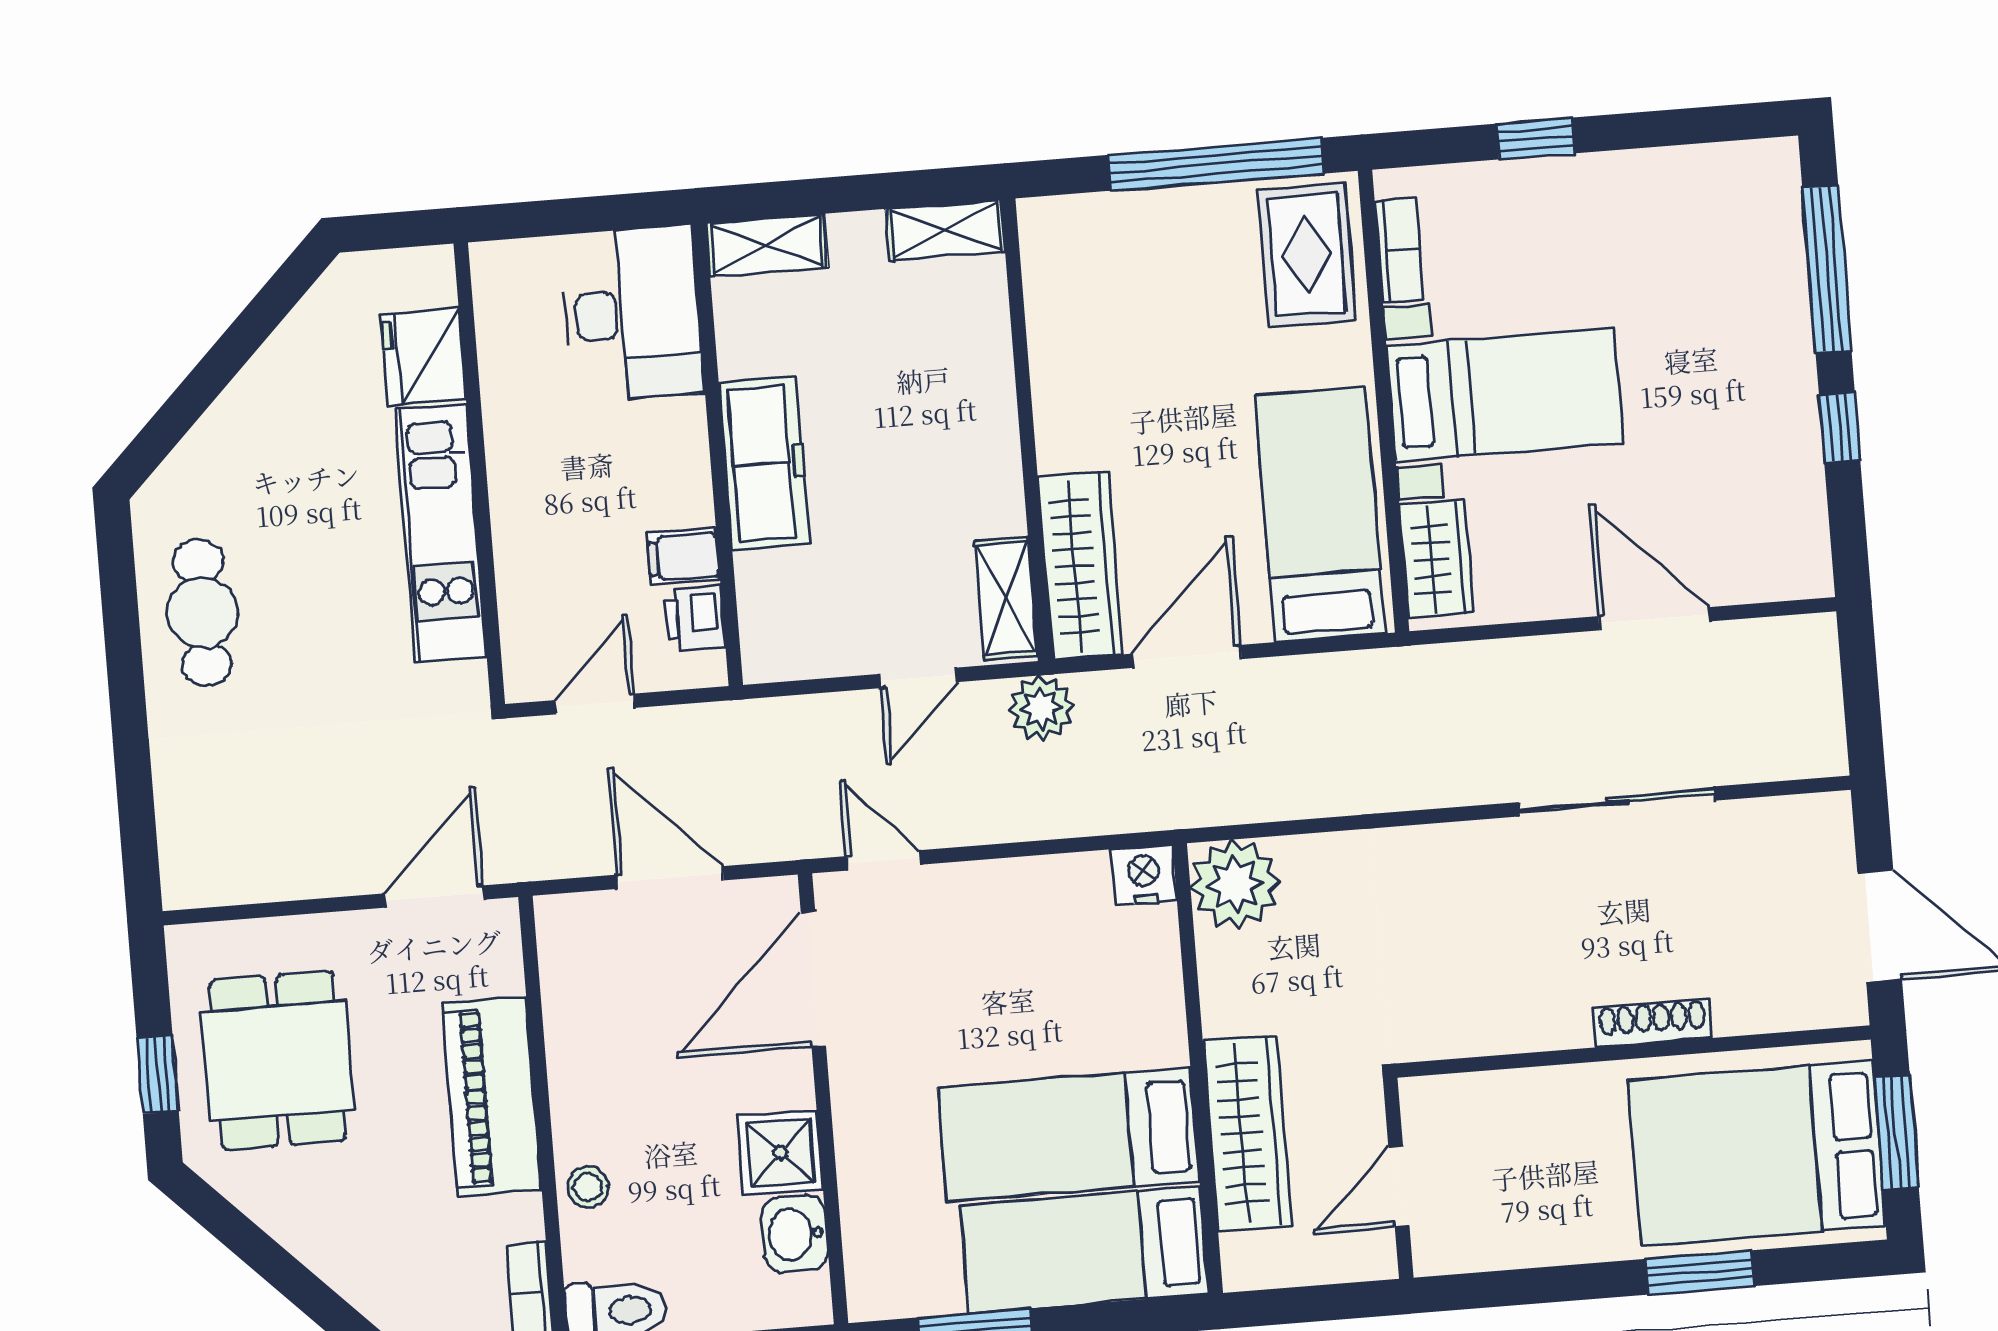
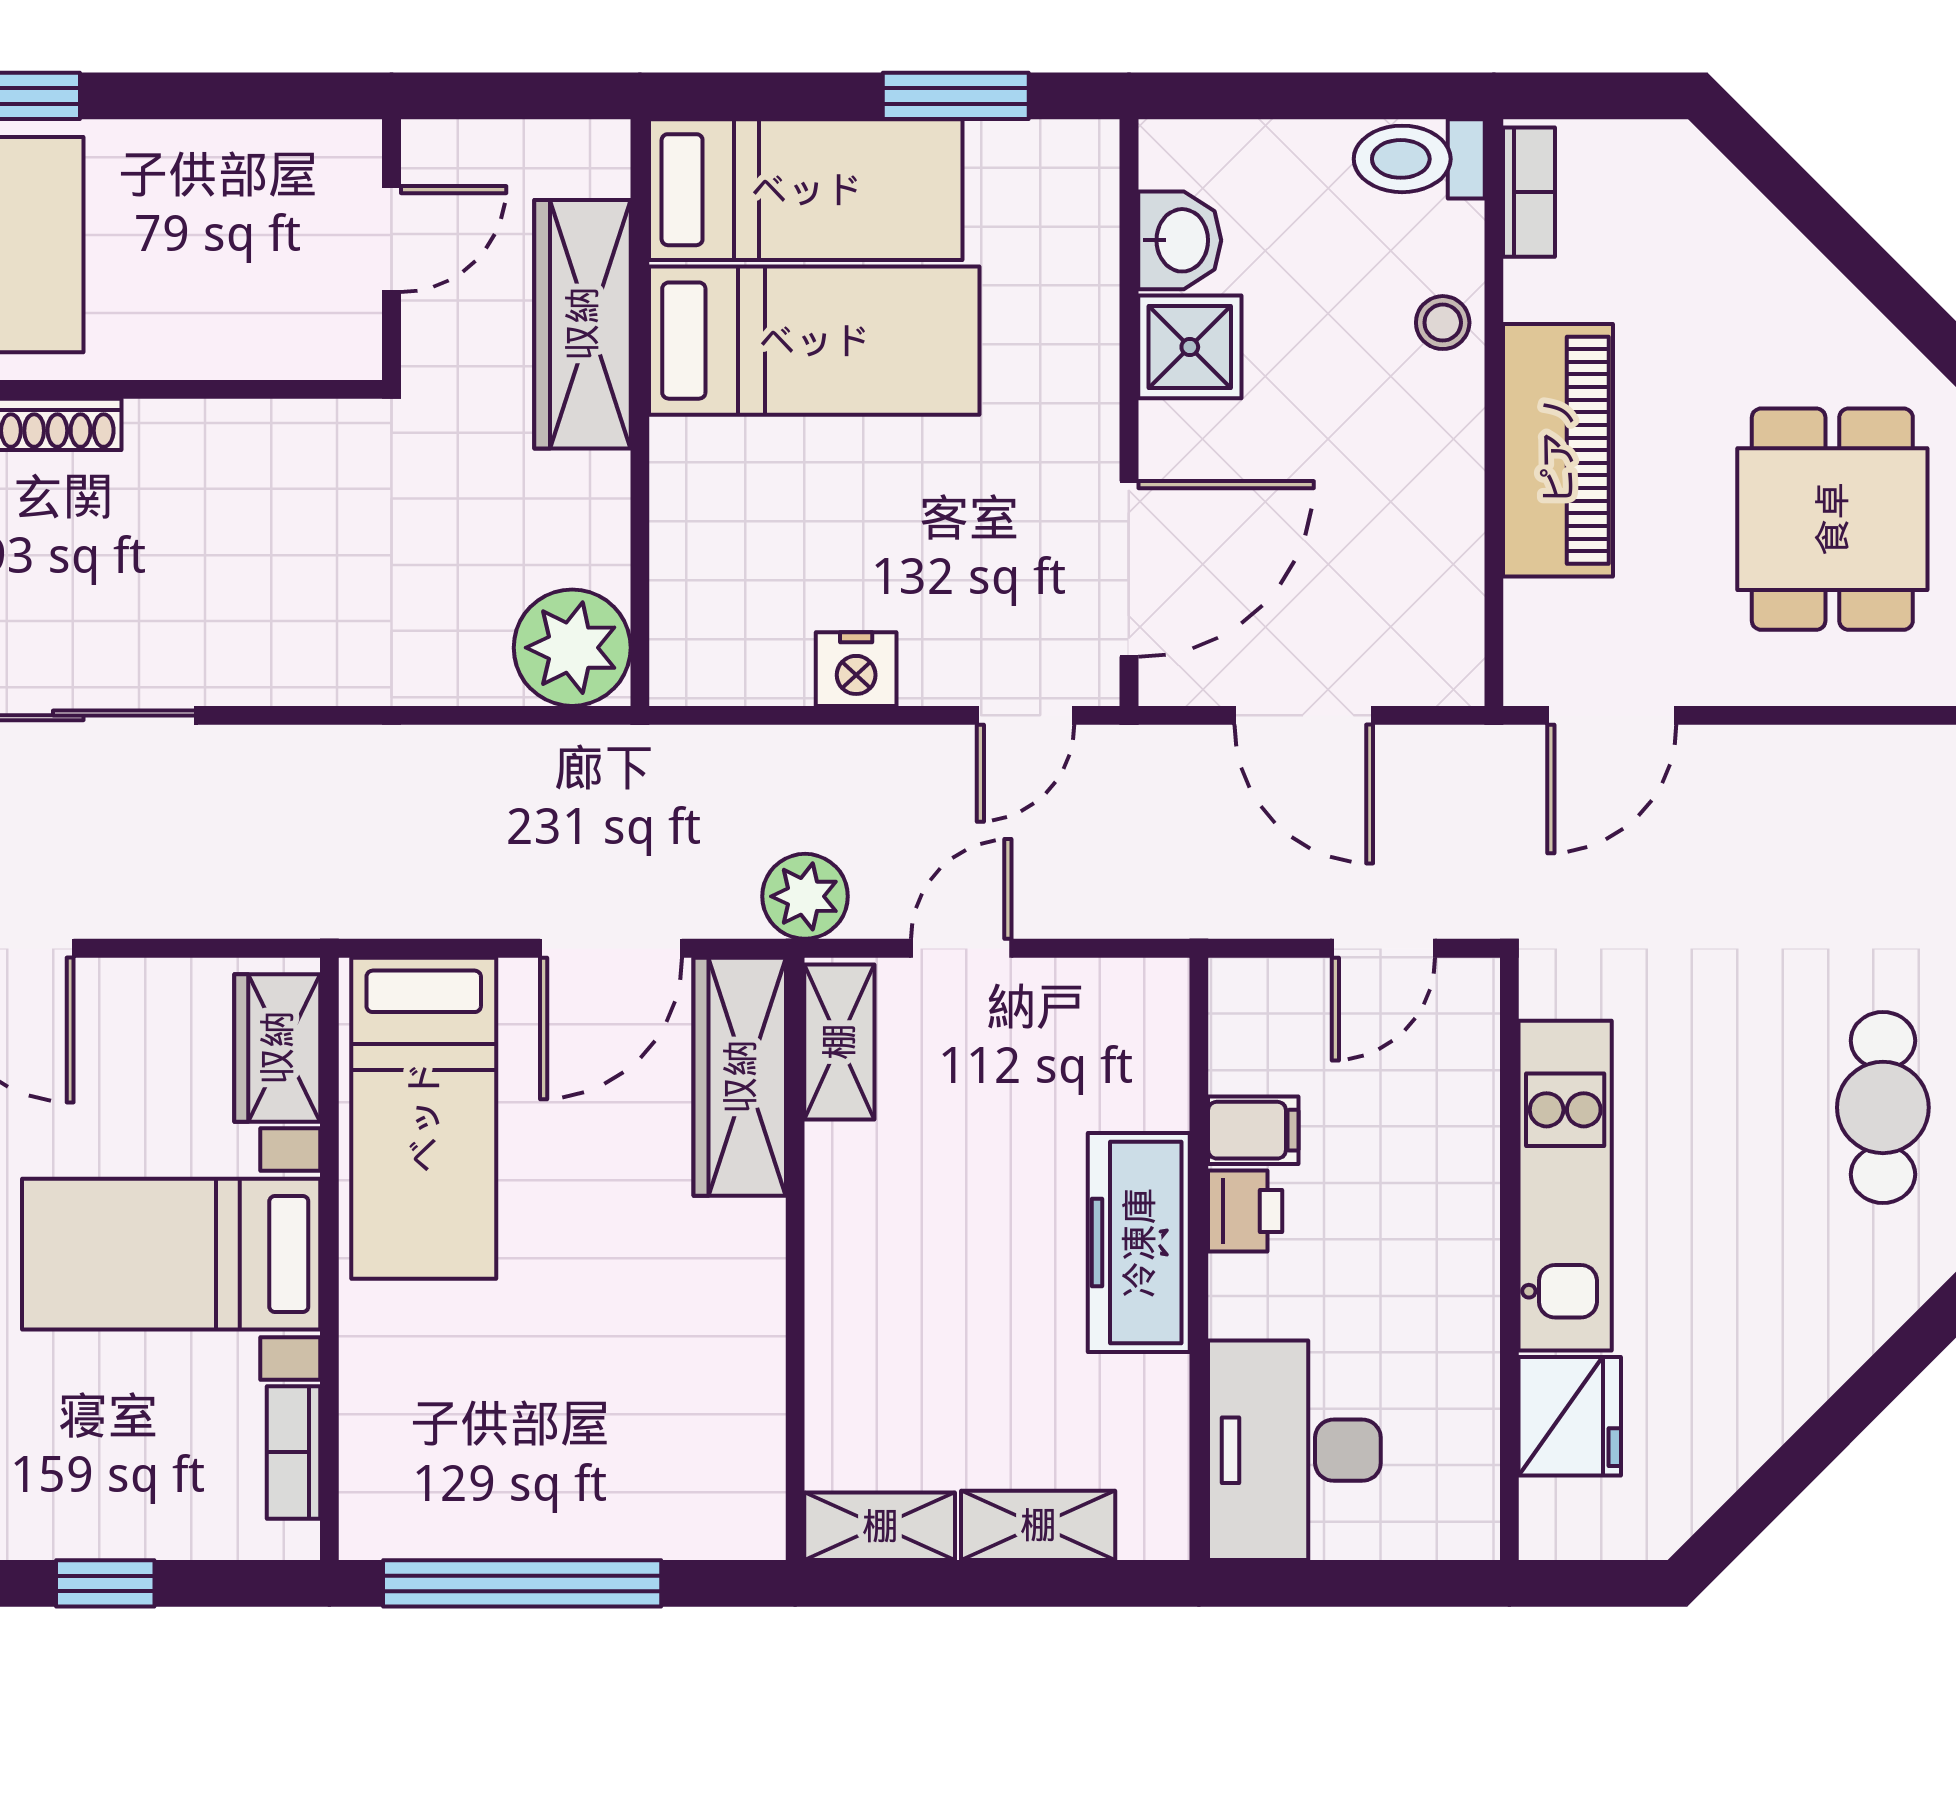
shelving: (767, 245) -> (1038, 1525), moved
rug: (1307, 255) -> (414, 1456), removed
printer: (695, 618) -> (1245, 1211), moved
door: (884, 860) -> (1025, 715), hinge flipped
nightstand: (1144, 875) -> (856, 669), moved

